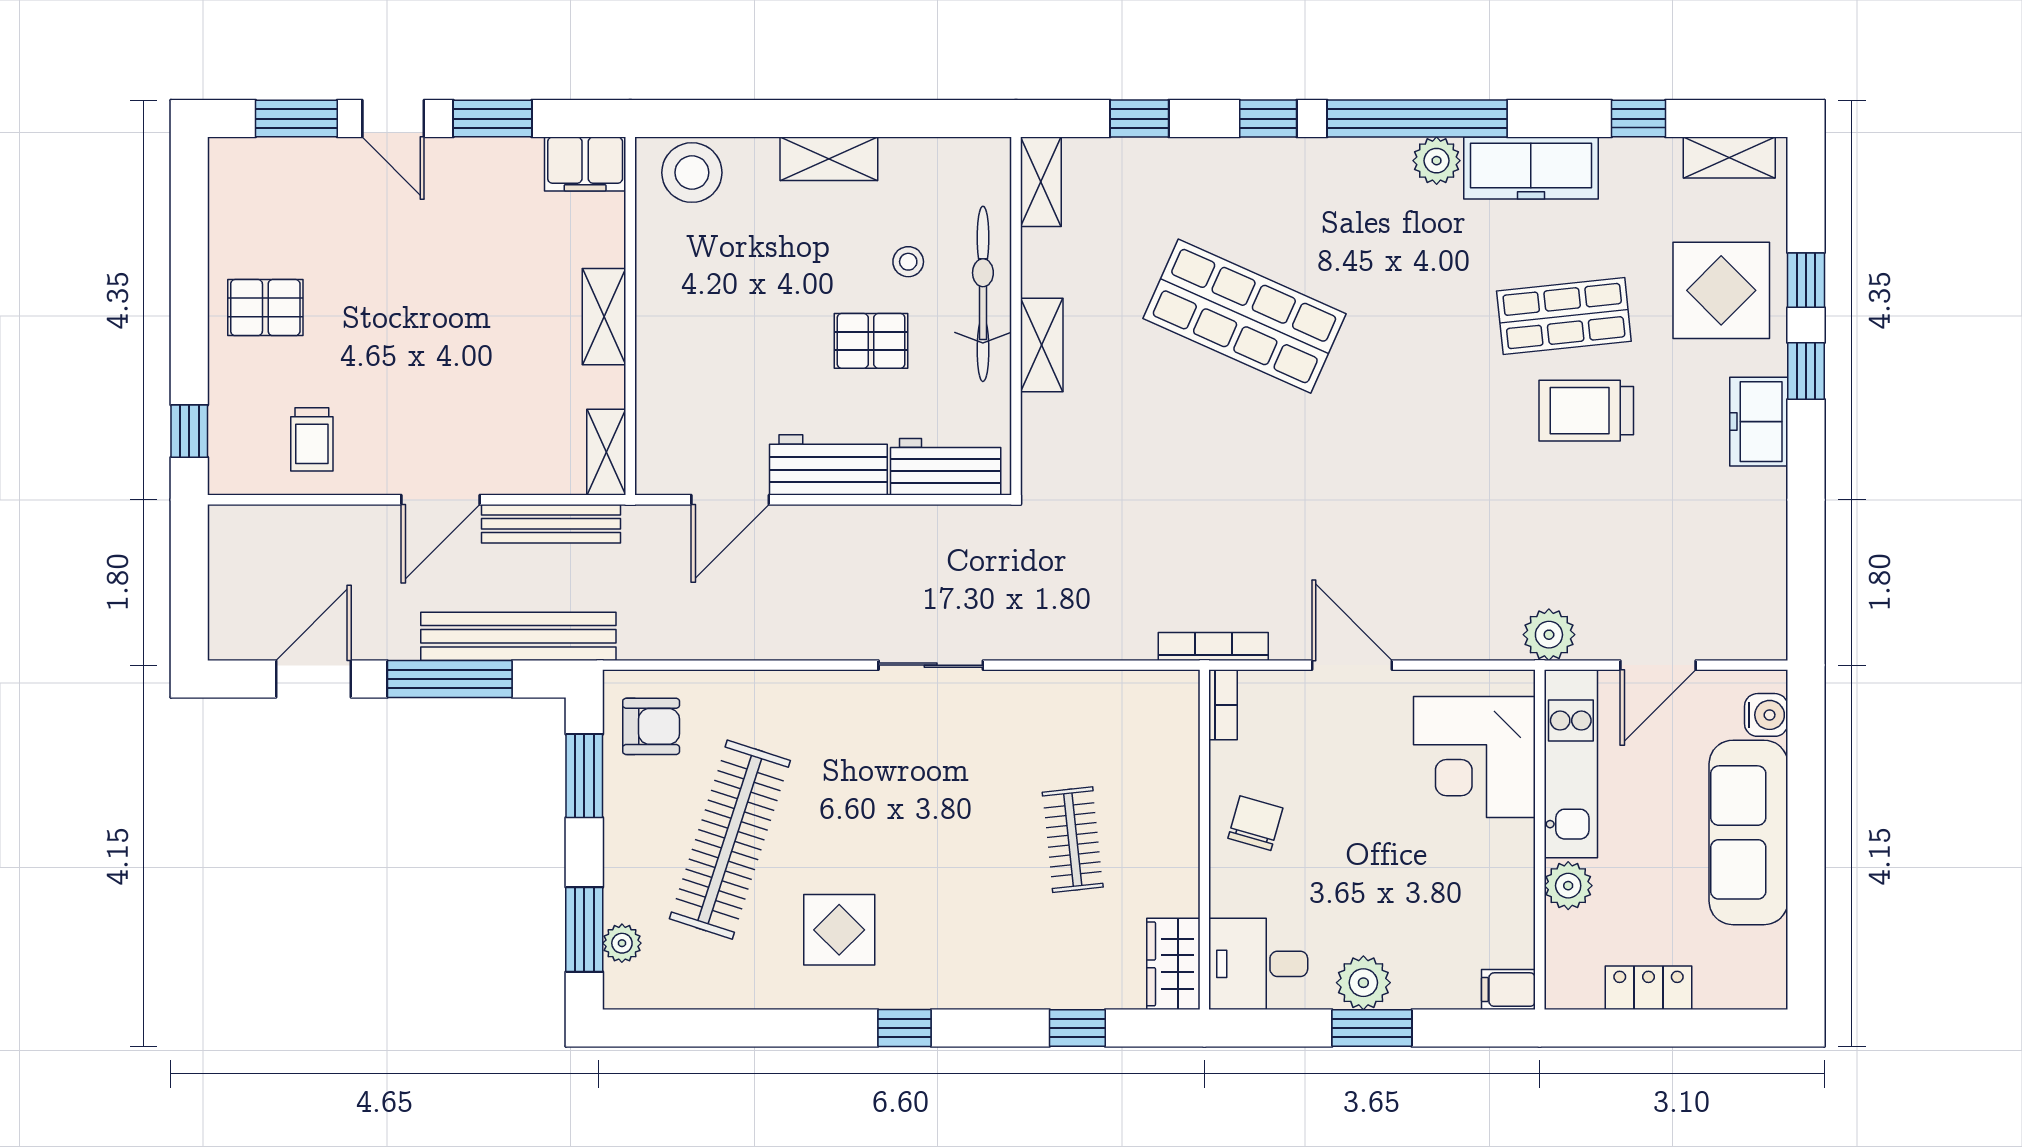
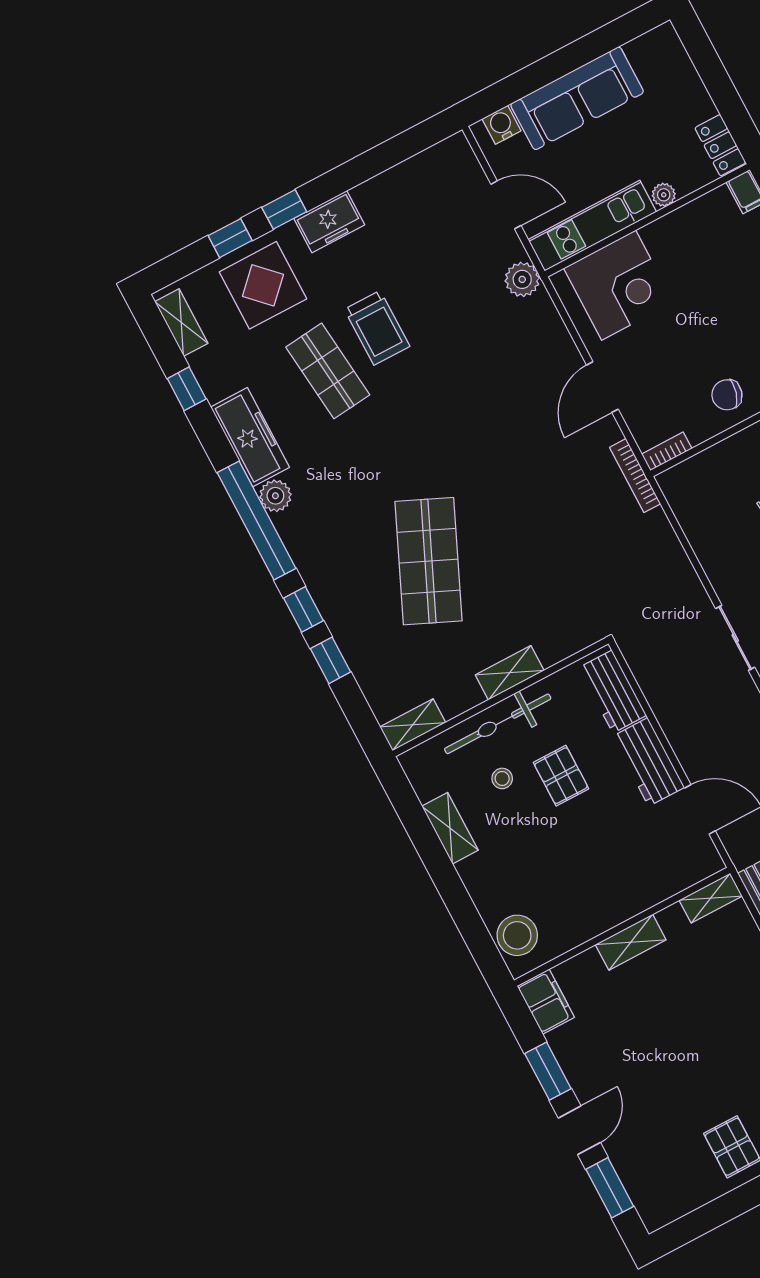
window: (1139, 119) -> (330, 660), moved
shelving: (829, 159) -> (450, 828), moved
plant: (1568, 886) -> (664, 195), width x0.73, depth x0.73
locker: (1648, 988) -> (720, 145), moved

